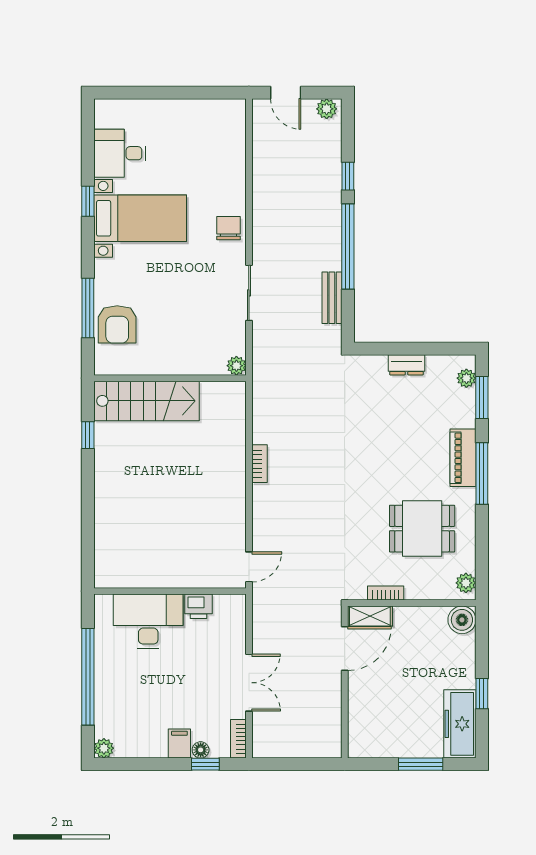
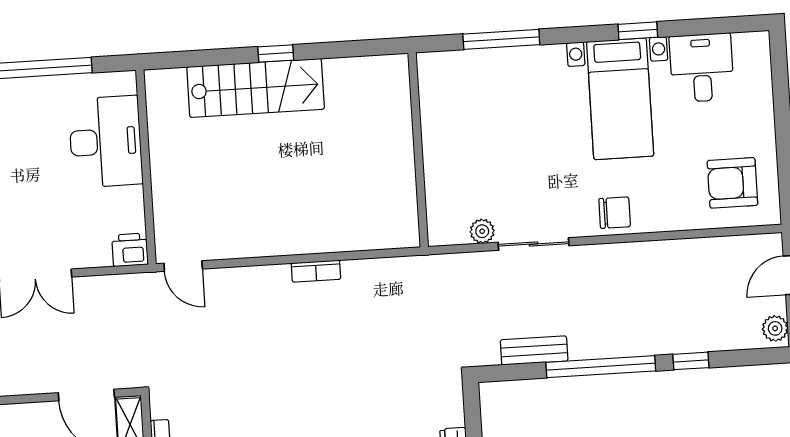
armchair: (117, 324) -> (732, 183), moved
plant: (236, 366) -> (482, 231), moved
stairs: (147, 401) -> (256, 88), moved, turned -90
window: (88, 435) -> (276, 53), moved
printer: (198, 606) -> (130, 250), moved, turned 90

